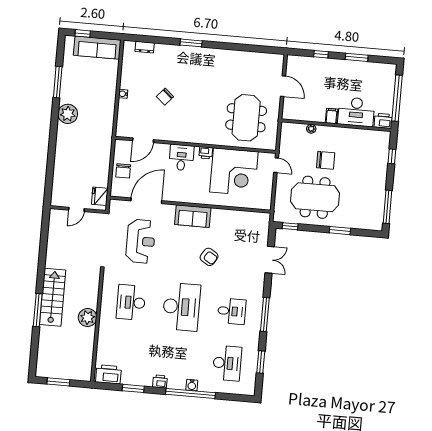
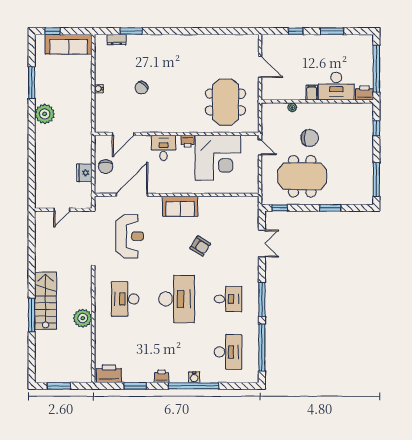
window: (191, 43) -> (131, 31), moved
fridge: (100, 196) -> (84, 173), moved
window: (261, 362) -> (262, 348), width x2.11

